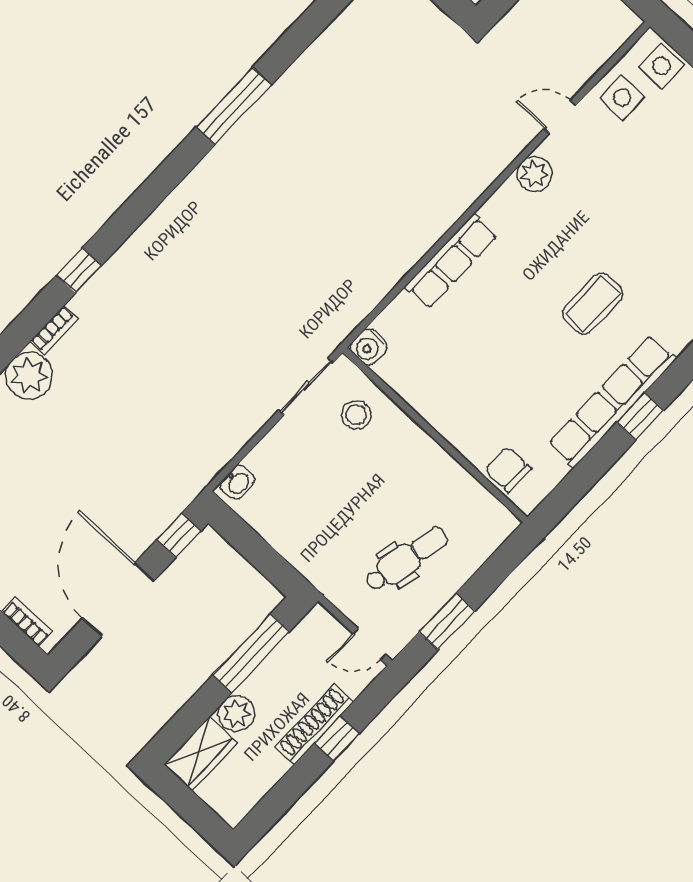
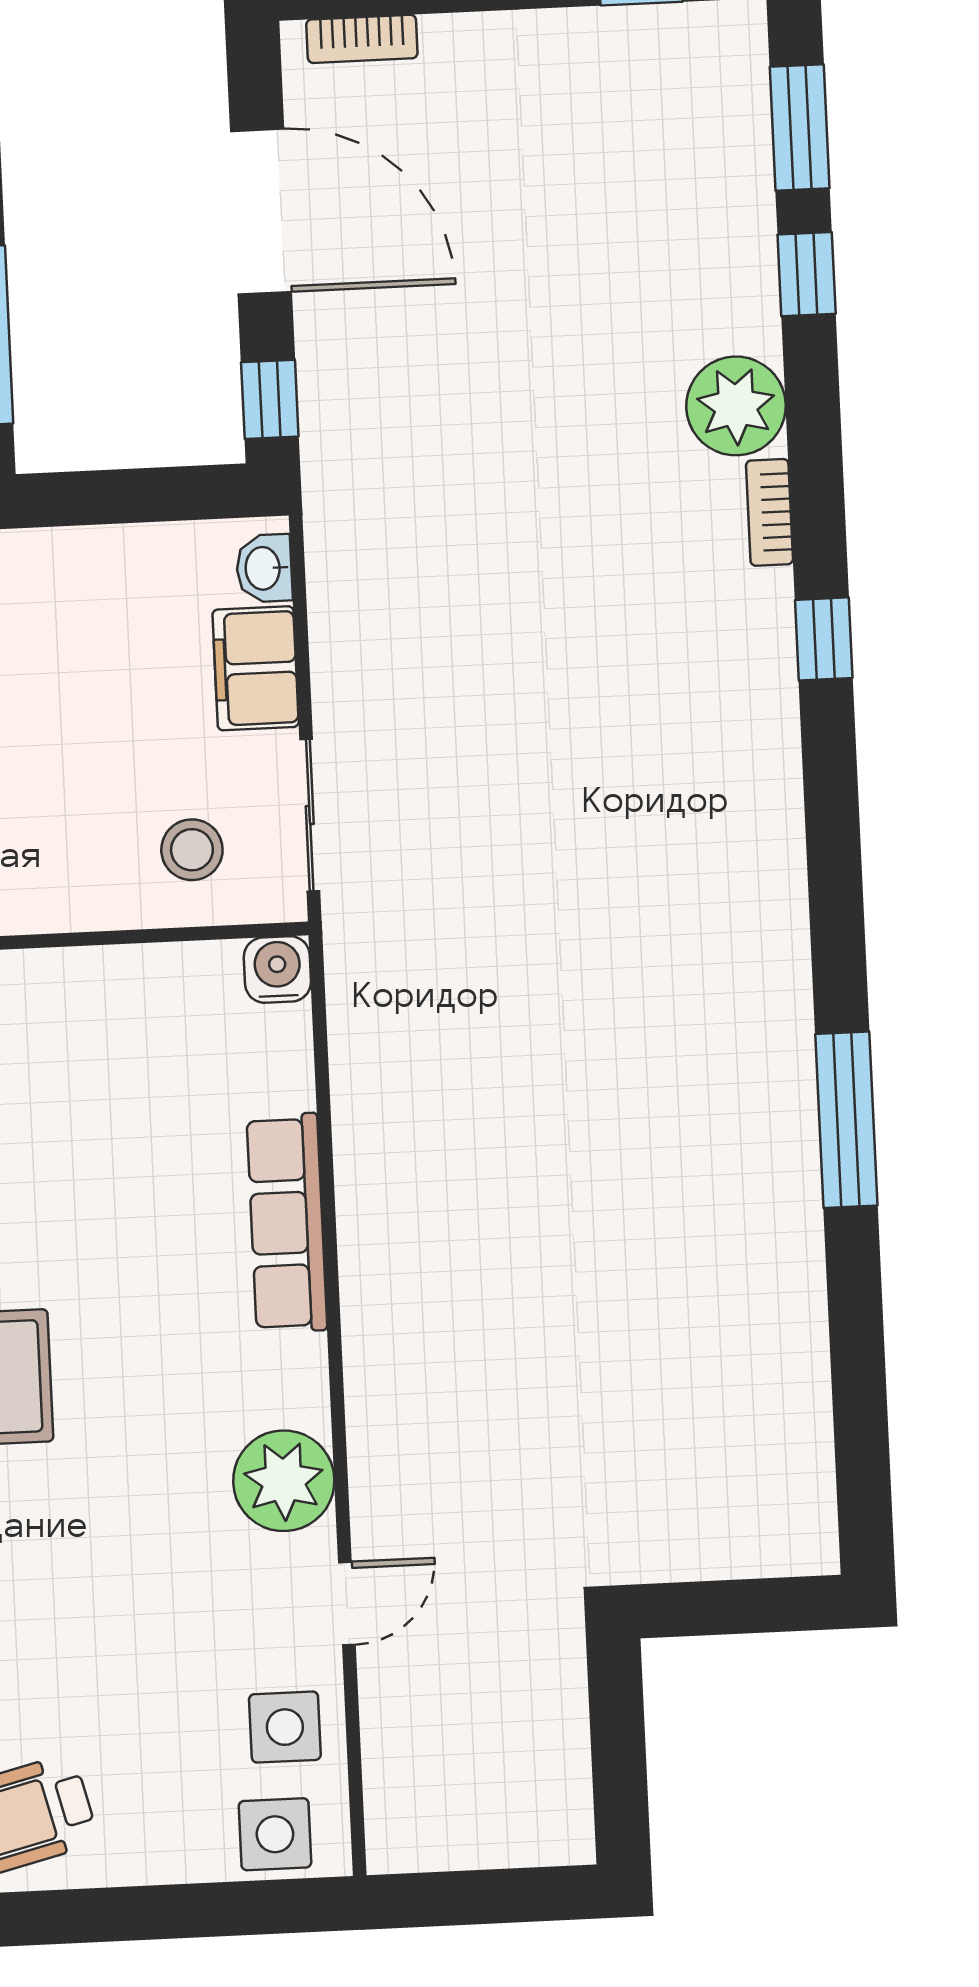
plant: (535, 174) -> (284, 1481), width x1.36, depth x1.36
filing cabinet: (274, 452) -> (256, 668), added

